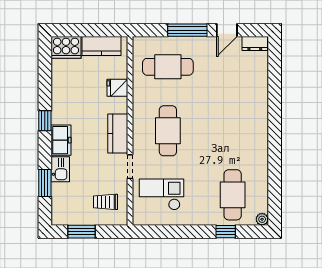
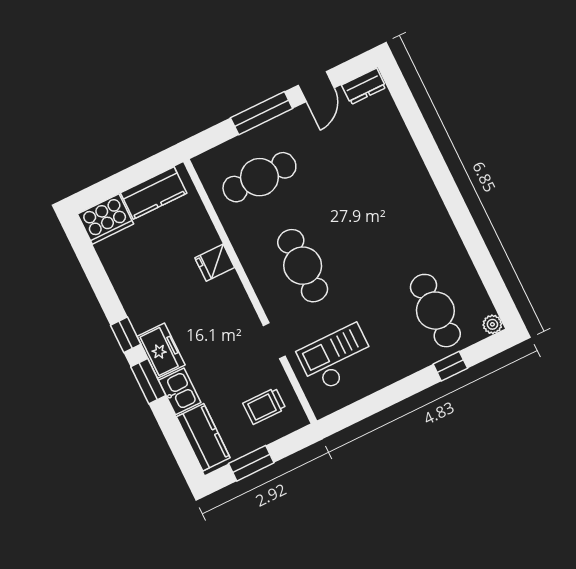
fridge: (117, 88) -> (215, 263), moved
kitchen counter: (118, 133) -> (203, 437), moved, turned 180
window: (45, 183) -> (148, 381), moved

